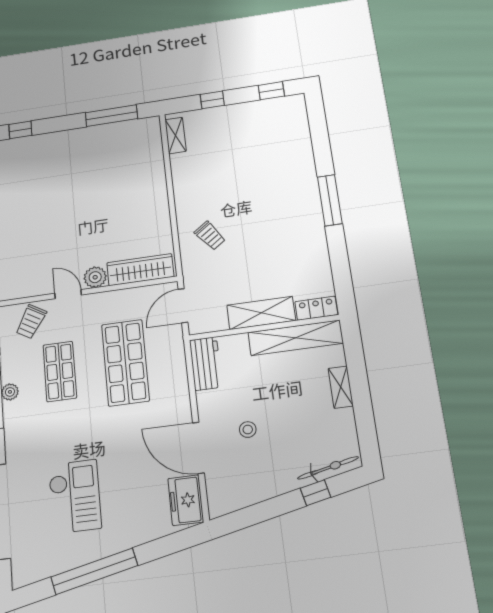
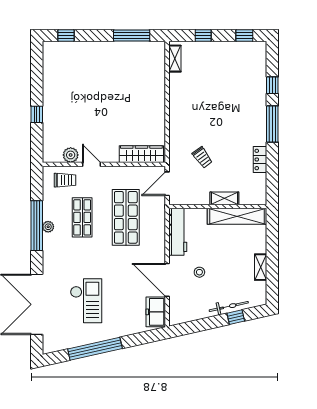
window: (322, 149) -> (272, 85), added
trolley: (210, 236) -> (202, 157), moved
plant: (95, 277) -> (71, 155), moved
locker: (316, 308) -> (260, 159), moved, turned -90
shelving: (261, 313) -> (224, 198), width x0.67, depth x0.75
trolley: (31, 322) -> (65, 180), turned -121
workbench: (206, 364) -> (178, 232), width x1.38
shelving: (341, 387) -> (261, 267), moved
bicycle: (328, 468) -> (229, 306), moved

